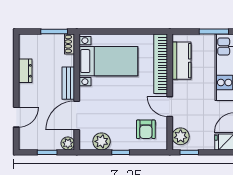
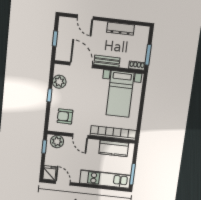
dresser: (25, 71) -> (121, 29), width x1.44
door: (170, 107) -> (80, 136), swing flipped
plant: (68, 143) -> (60, 56), removed

